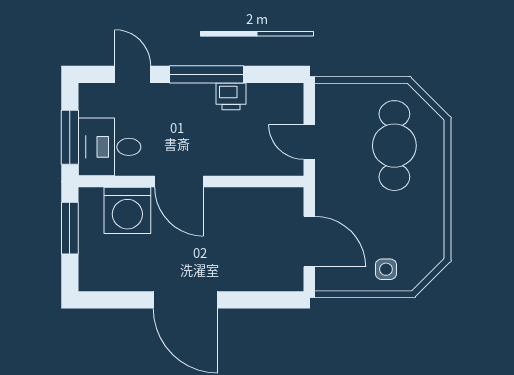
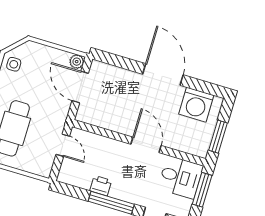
washing machine: (127, 210) -> (196, 105), moved, turned 180
side table: (386, 269) -> (14, 64), moved
plant: (327, 280) -> (77, 62), added

